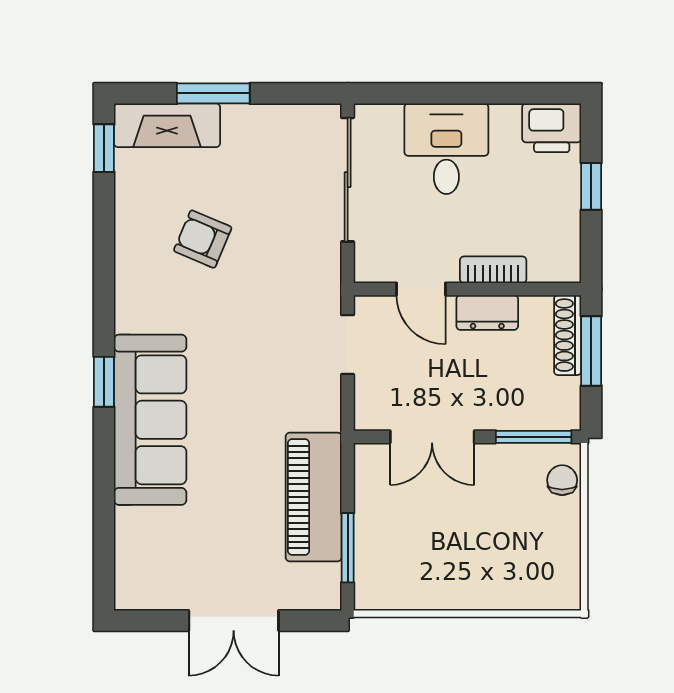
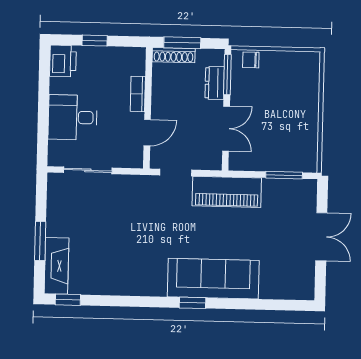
sliding door: (348, 180) -> (88, 170), width x0.73
armchair: (203, 239) -> (118, 248), removed
dresser: (487, 312) -> (215, 83), moved, turned 180
piano: (314, 497) -> (227, 192), moved

